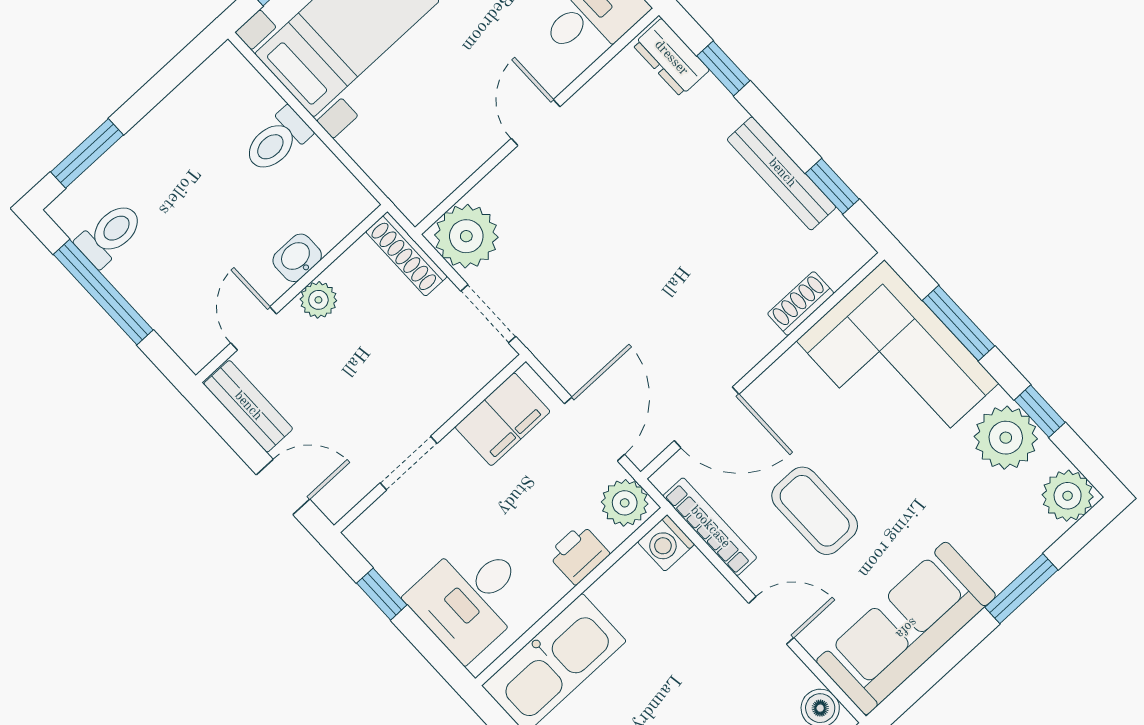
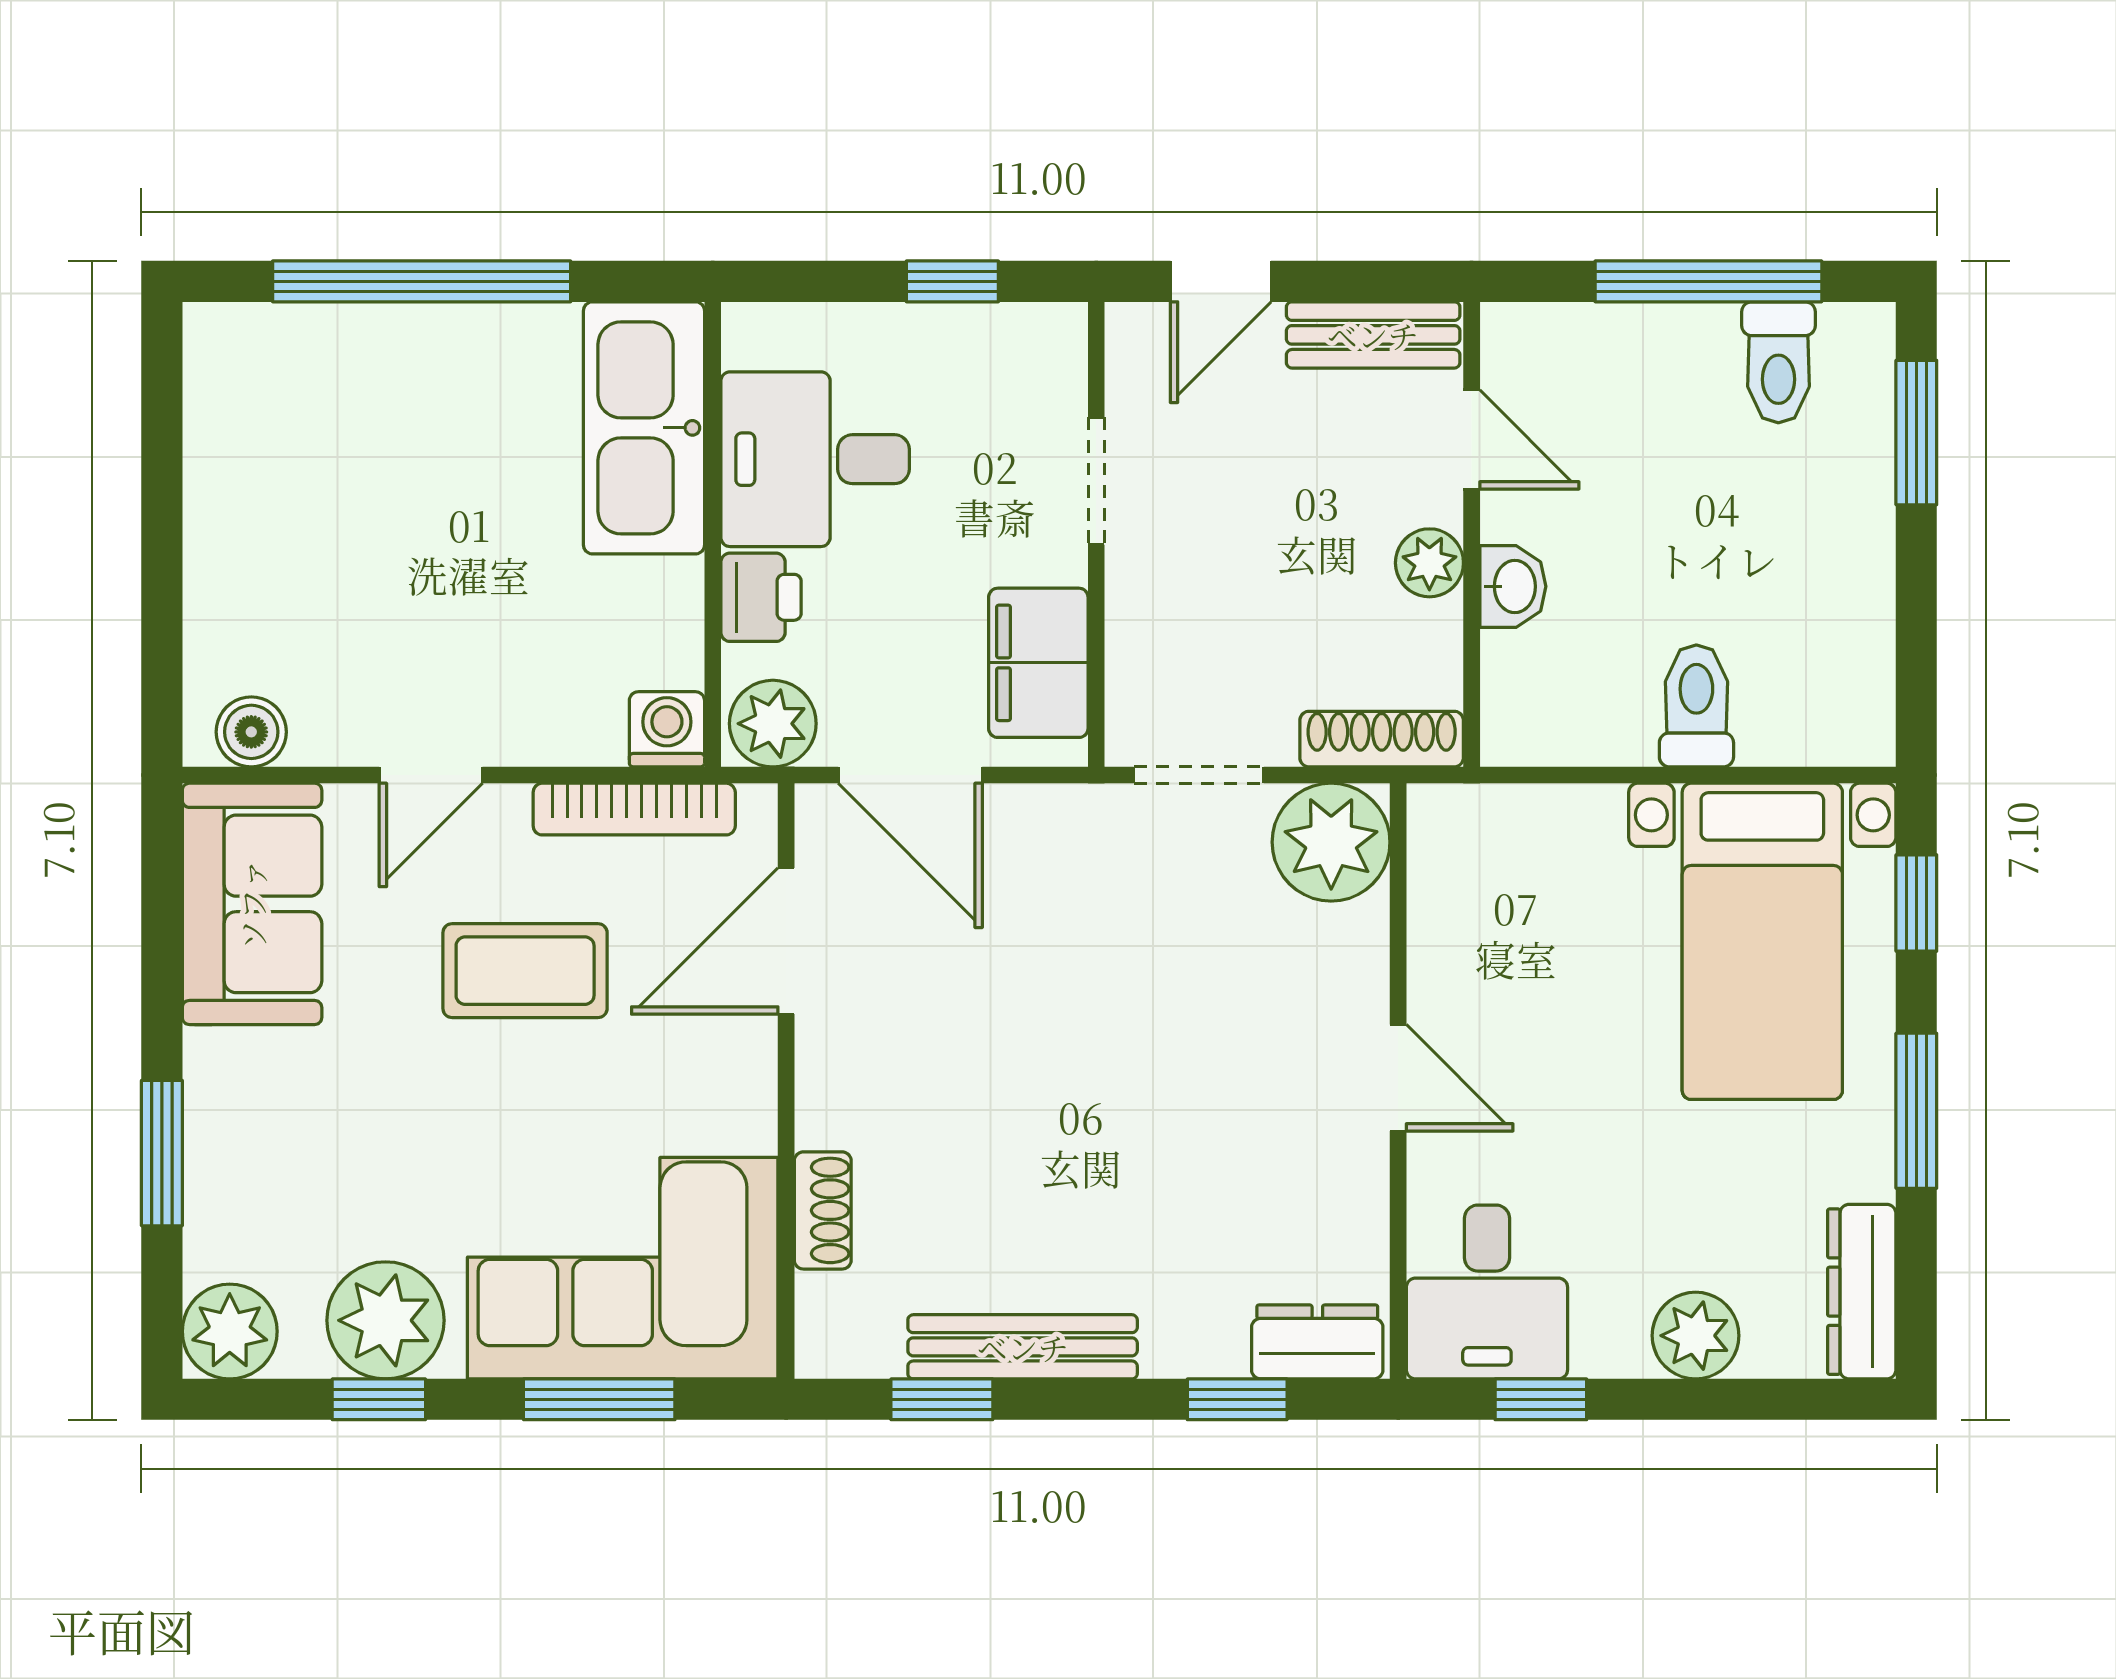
desk: (470, 598) -> (815, 459), moved, turned -90
sofa: (906, 628) -> (252, 904), width x0.73

